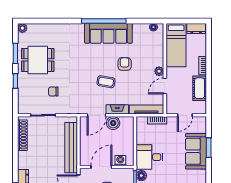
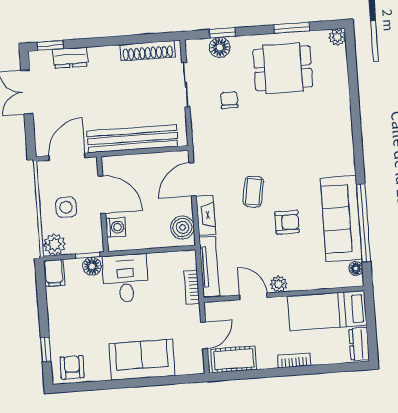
window: (104, 21) -> (363, 223), moved
sofa: (108, 33) -> (341, 219), moved
dining table: (38, 60) -> (283, 68), turned 90
window: (15, 81) -> (222, 33), moved
cot: (200, 88) -> (234, 359), moved
floor lamp: (23, 95) -> (220, 47), added
door: (97, 115) -> (193, 179), hinge flipped
door: (185, 115) -> (204, 335), swing flipped
boiler: (113, 123) -> (182, 227), moved
window: (209, 148) -> (150, 382), removed

